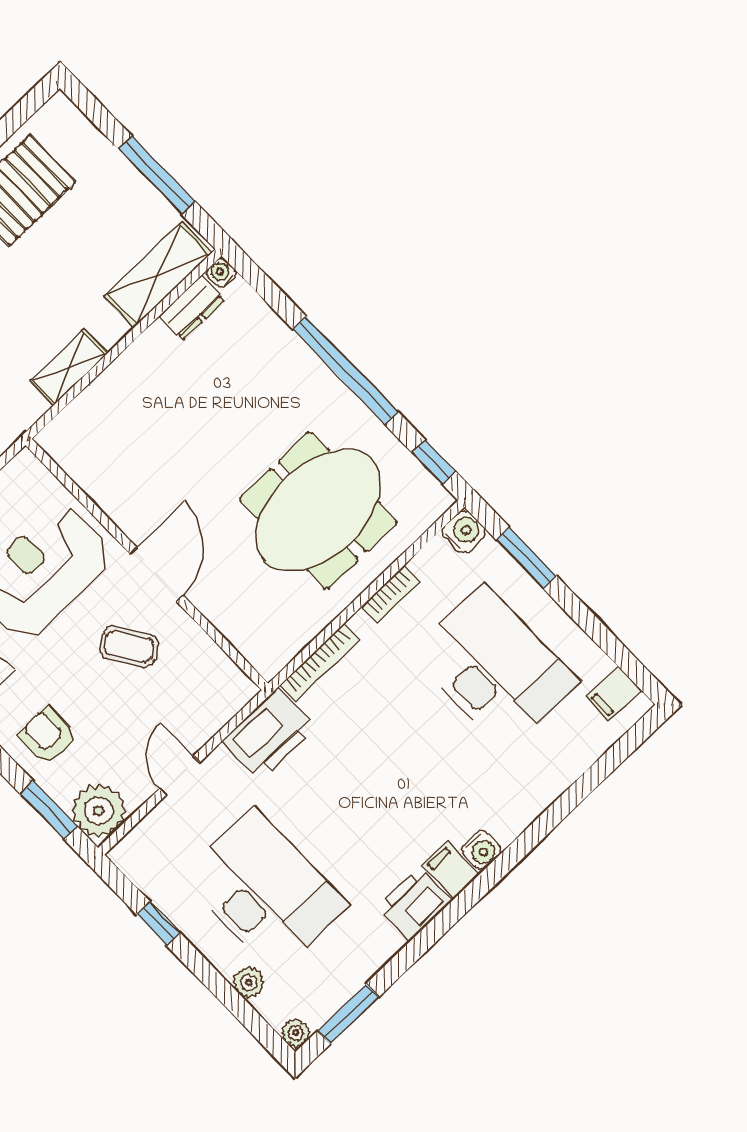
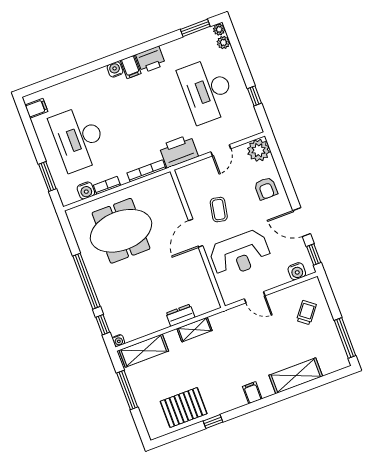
dresser: (192, 308) -> (180, 315), moved
window: (434, 462) -> (103, 325), moved
water cooler: (464, 532) -> (86, 190), moved, turned -90
coffee table: (129, 647) -> (219, 210), turned 44
window: (49, 810) -> (278, 159), removed
plant: (249, 982) -> (223, 42), moved

